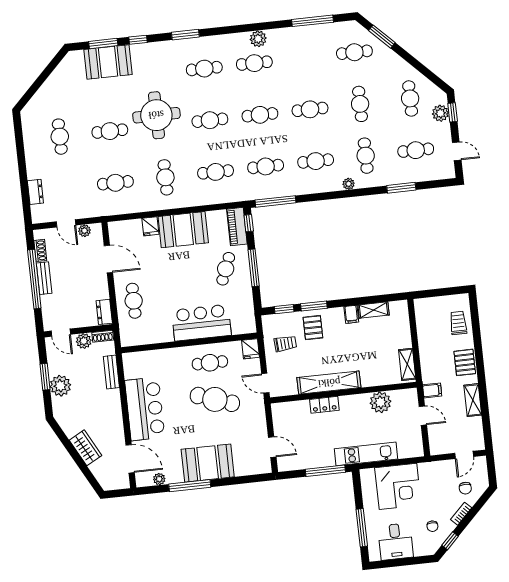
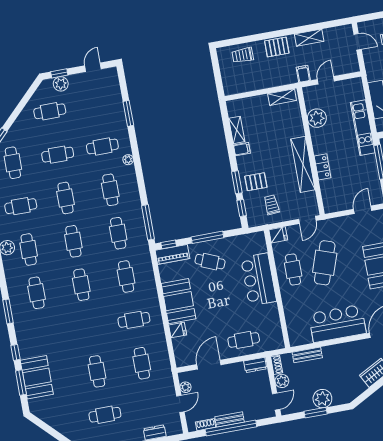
round table: (156, 115) -> (80, 332), removed
cafe table: (416, 150) -> (21, 206), moved, turned 90

